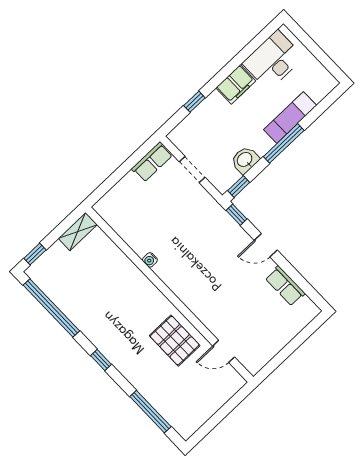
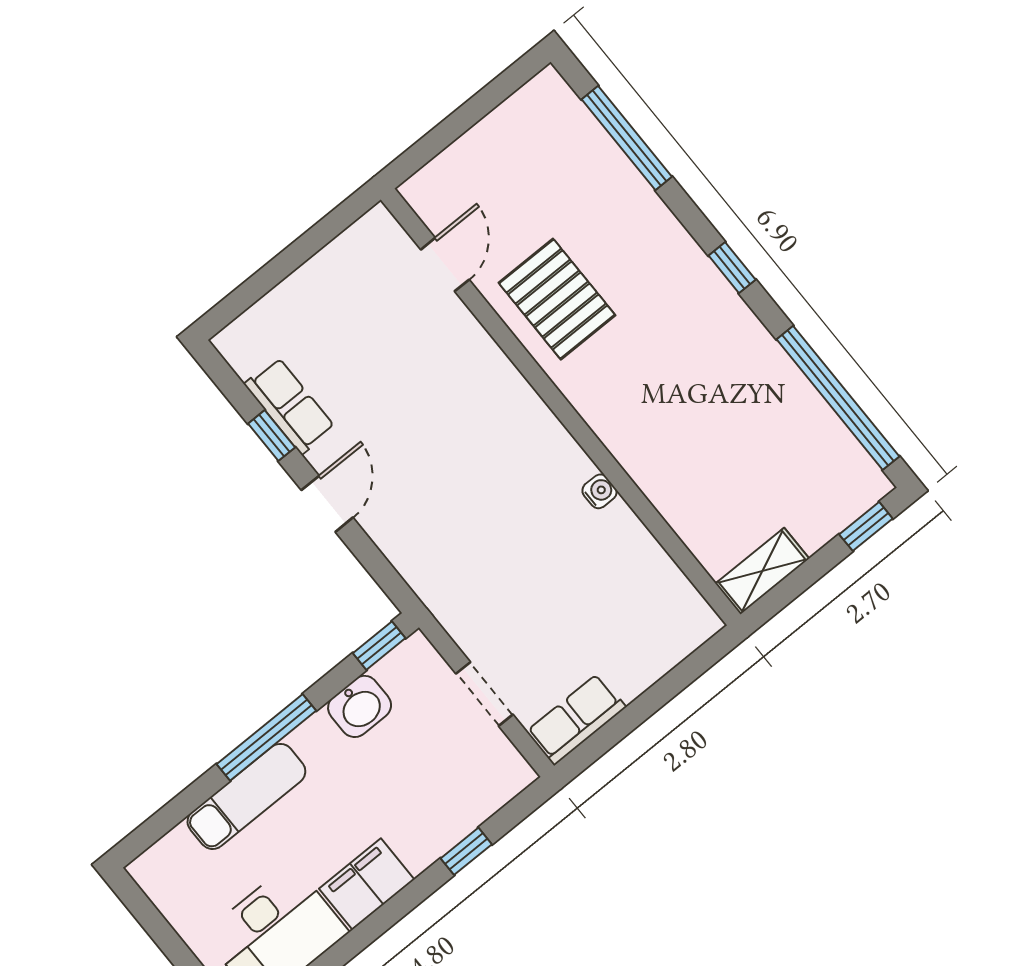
window: (237, 215) -> (272, 435), moved
door: (266, 245) -> (327, 504), hinge flipped
door: (224, 351) -> (445, 265), hinge flipped

